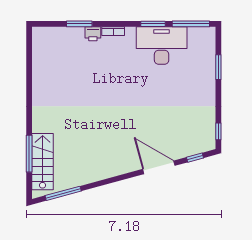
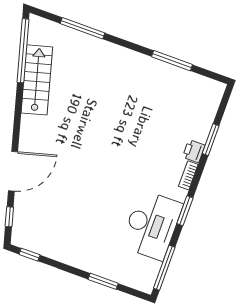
window: (153, 24) -> (185, 211), moved
window: (29, 76) -> (172, 61), added
stairs: (43, 162) -> (37, 80), moved, turned -105
window: (63, 193) -> (23, 51), width x1.46

